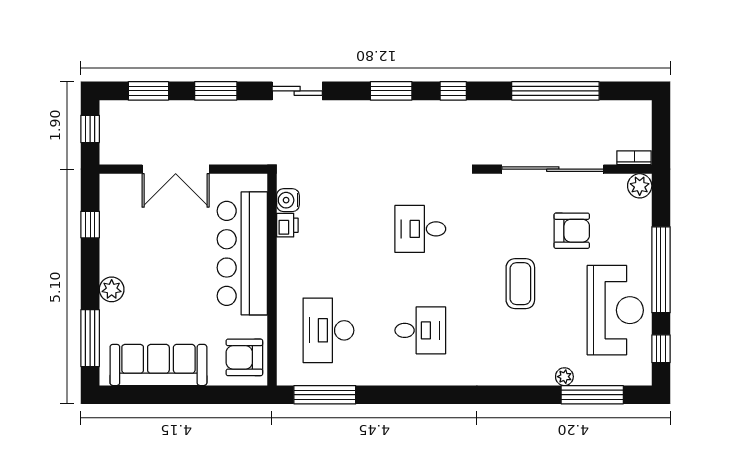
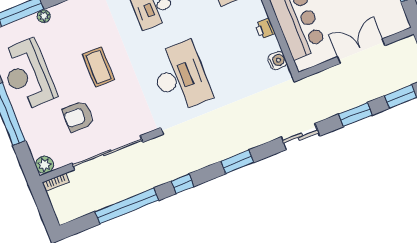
window: (453, 91) -> (183, 184), moved
printer: (287, 225) -> (265, 29), moved
desk: (420, 229) -> (181, 77), width x1.87, depth x1.30

